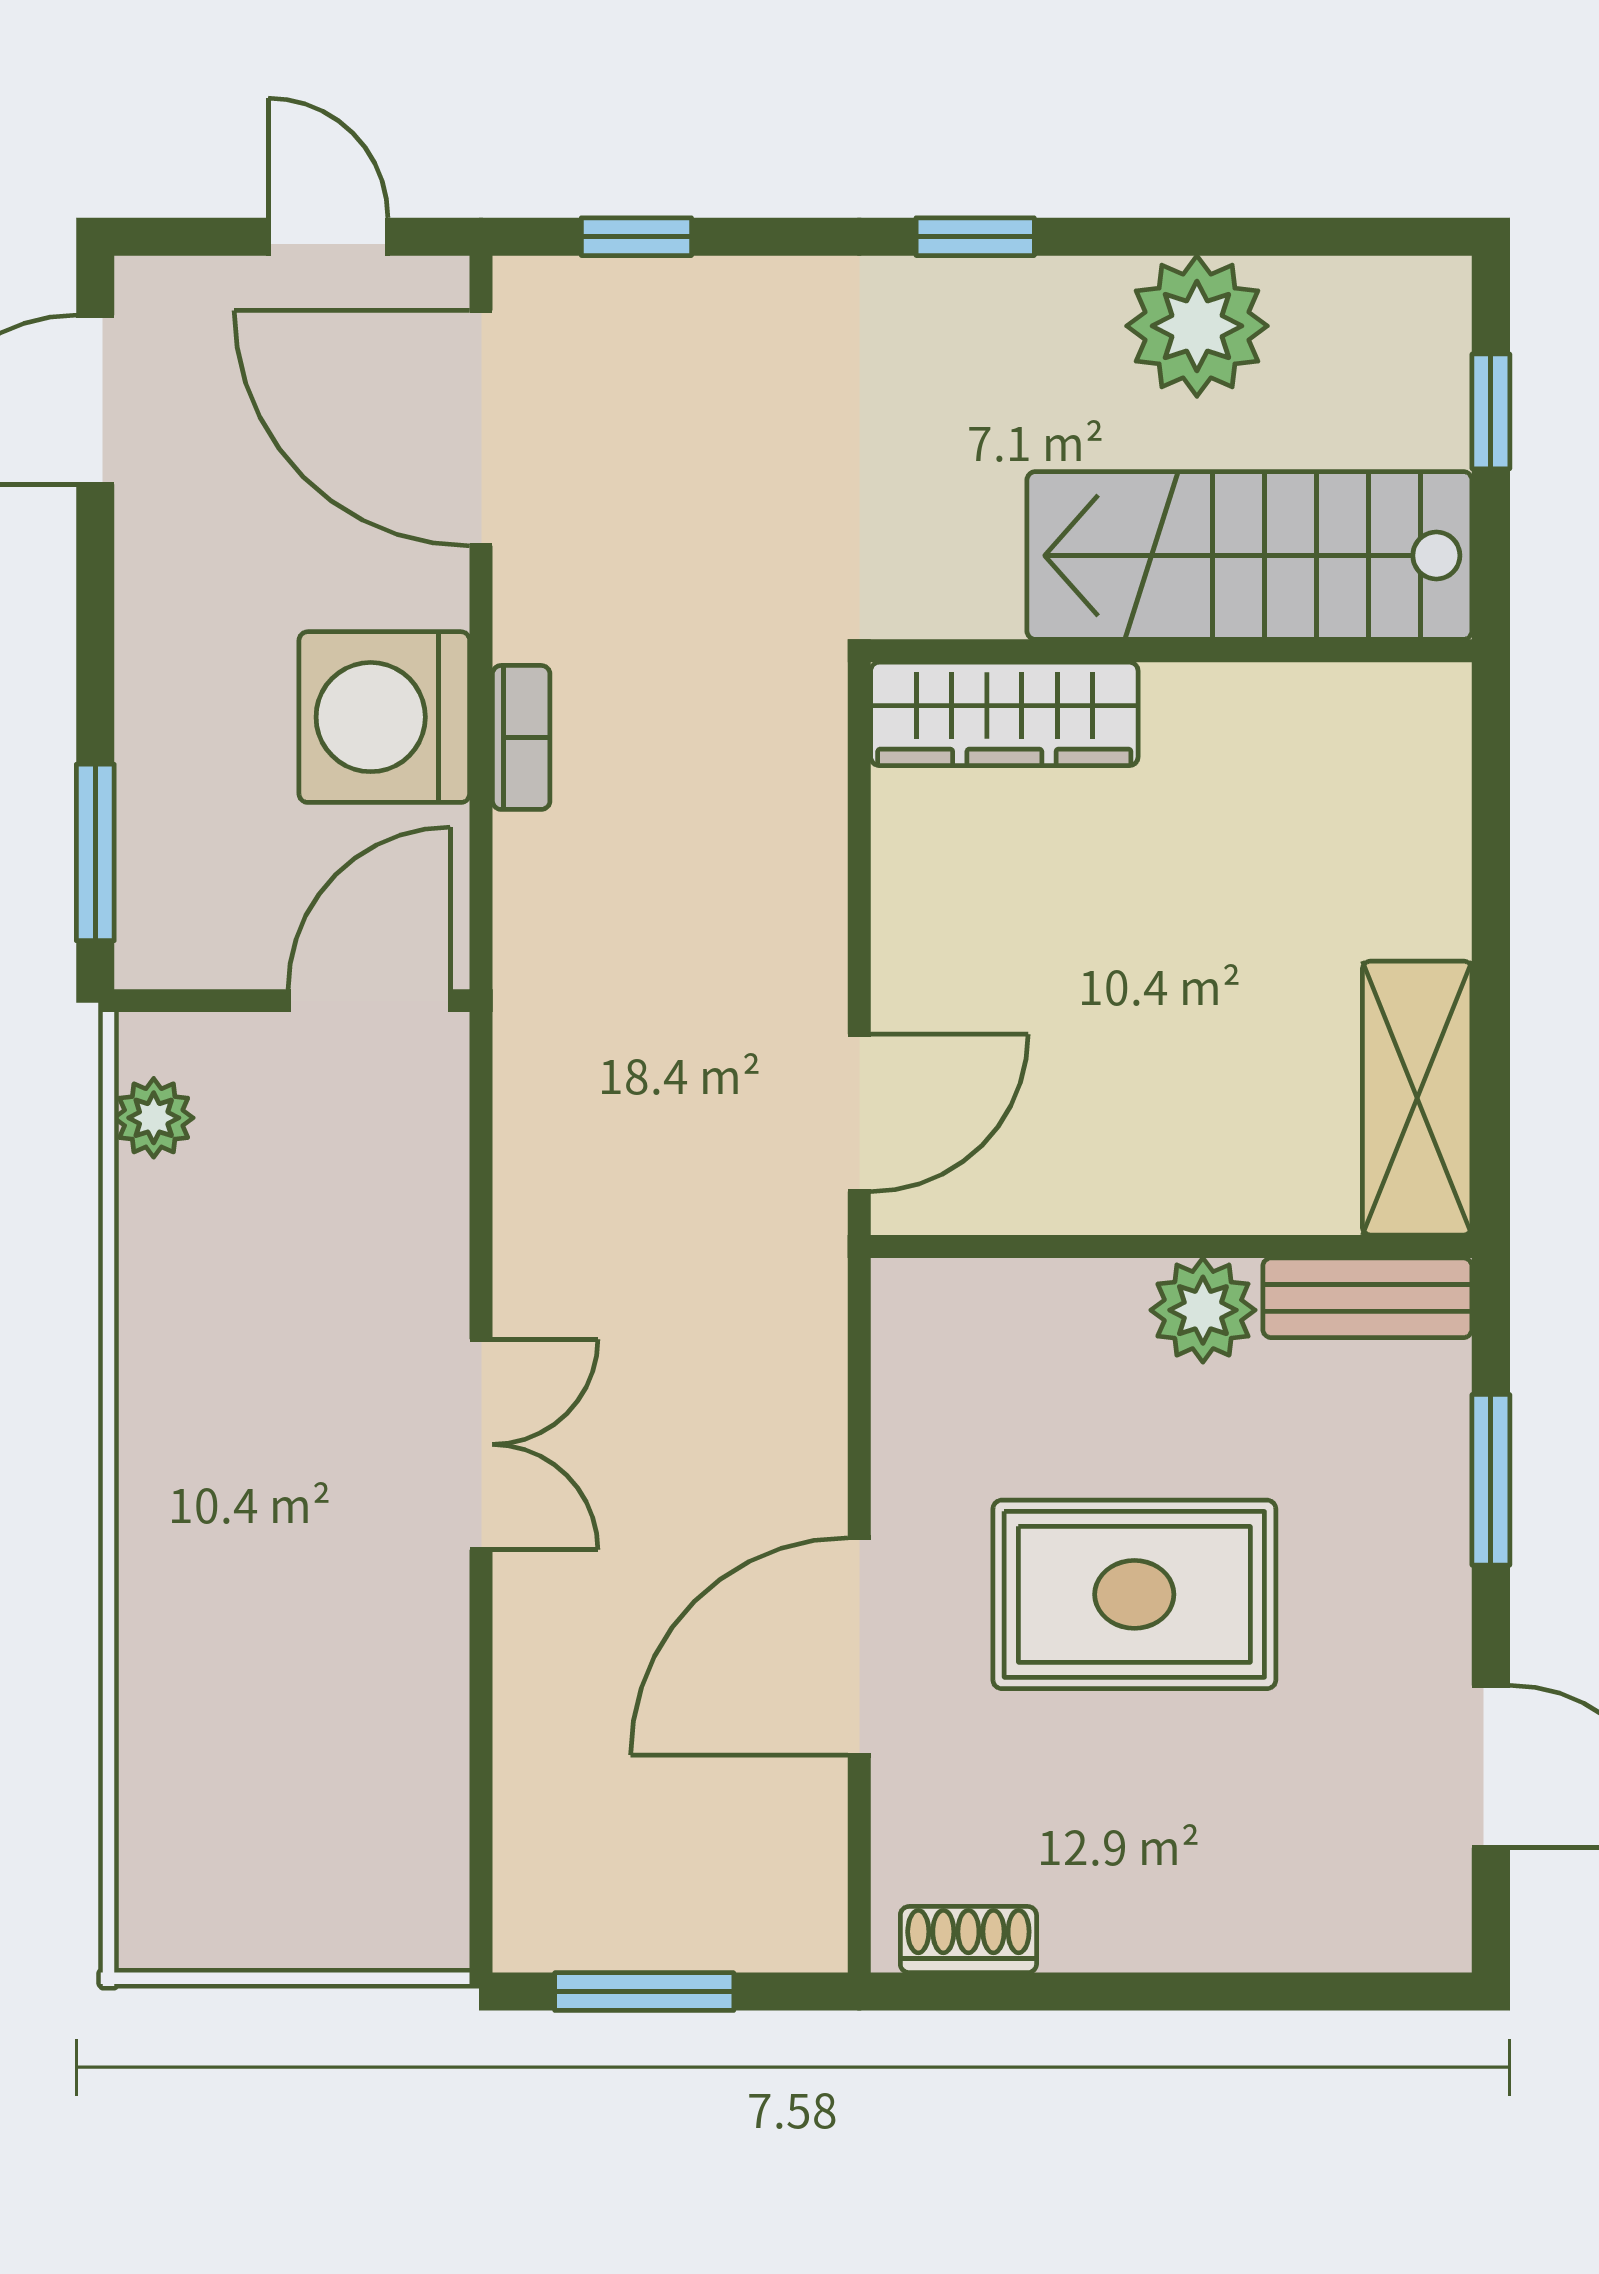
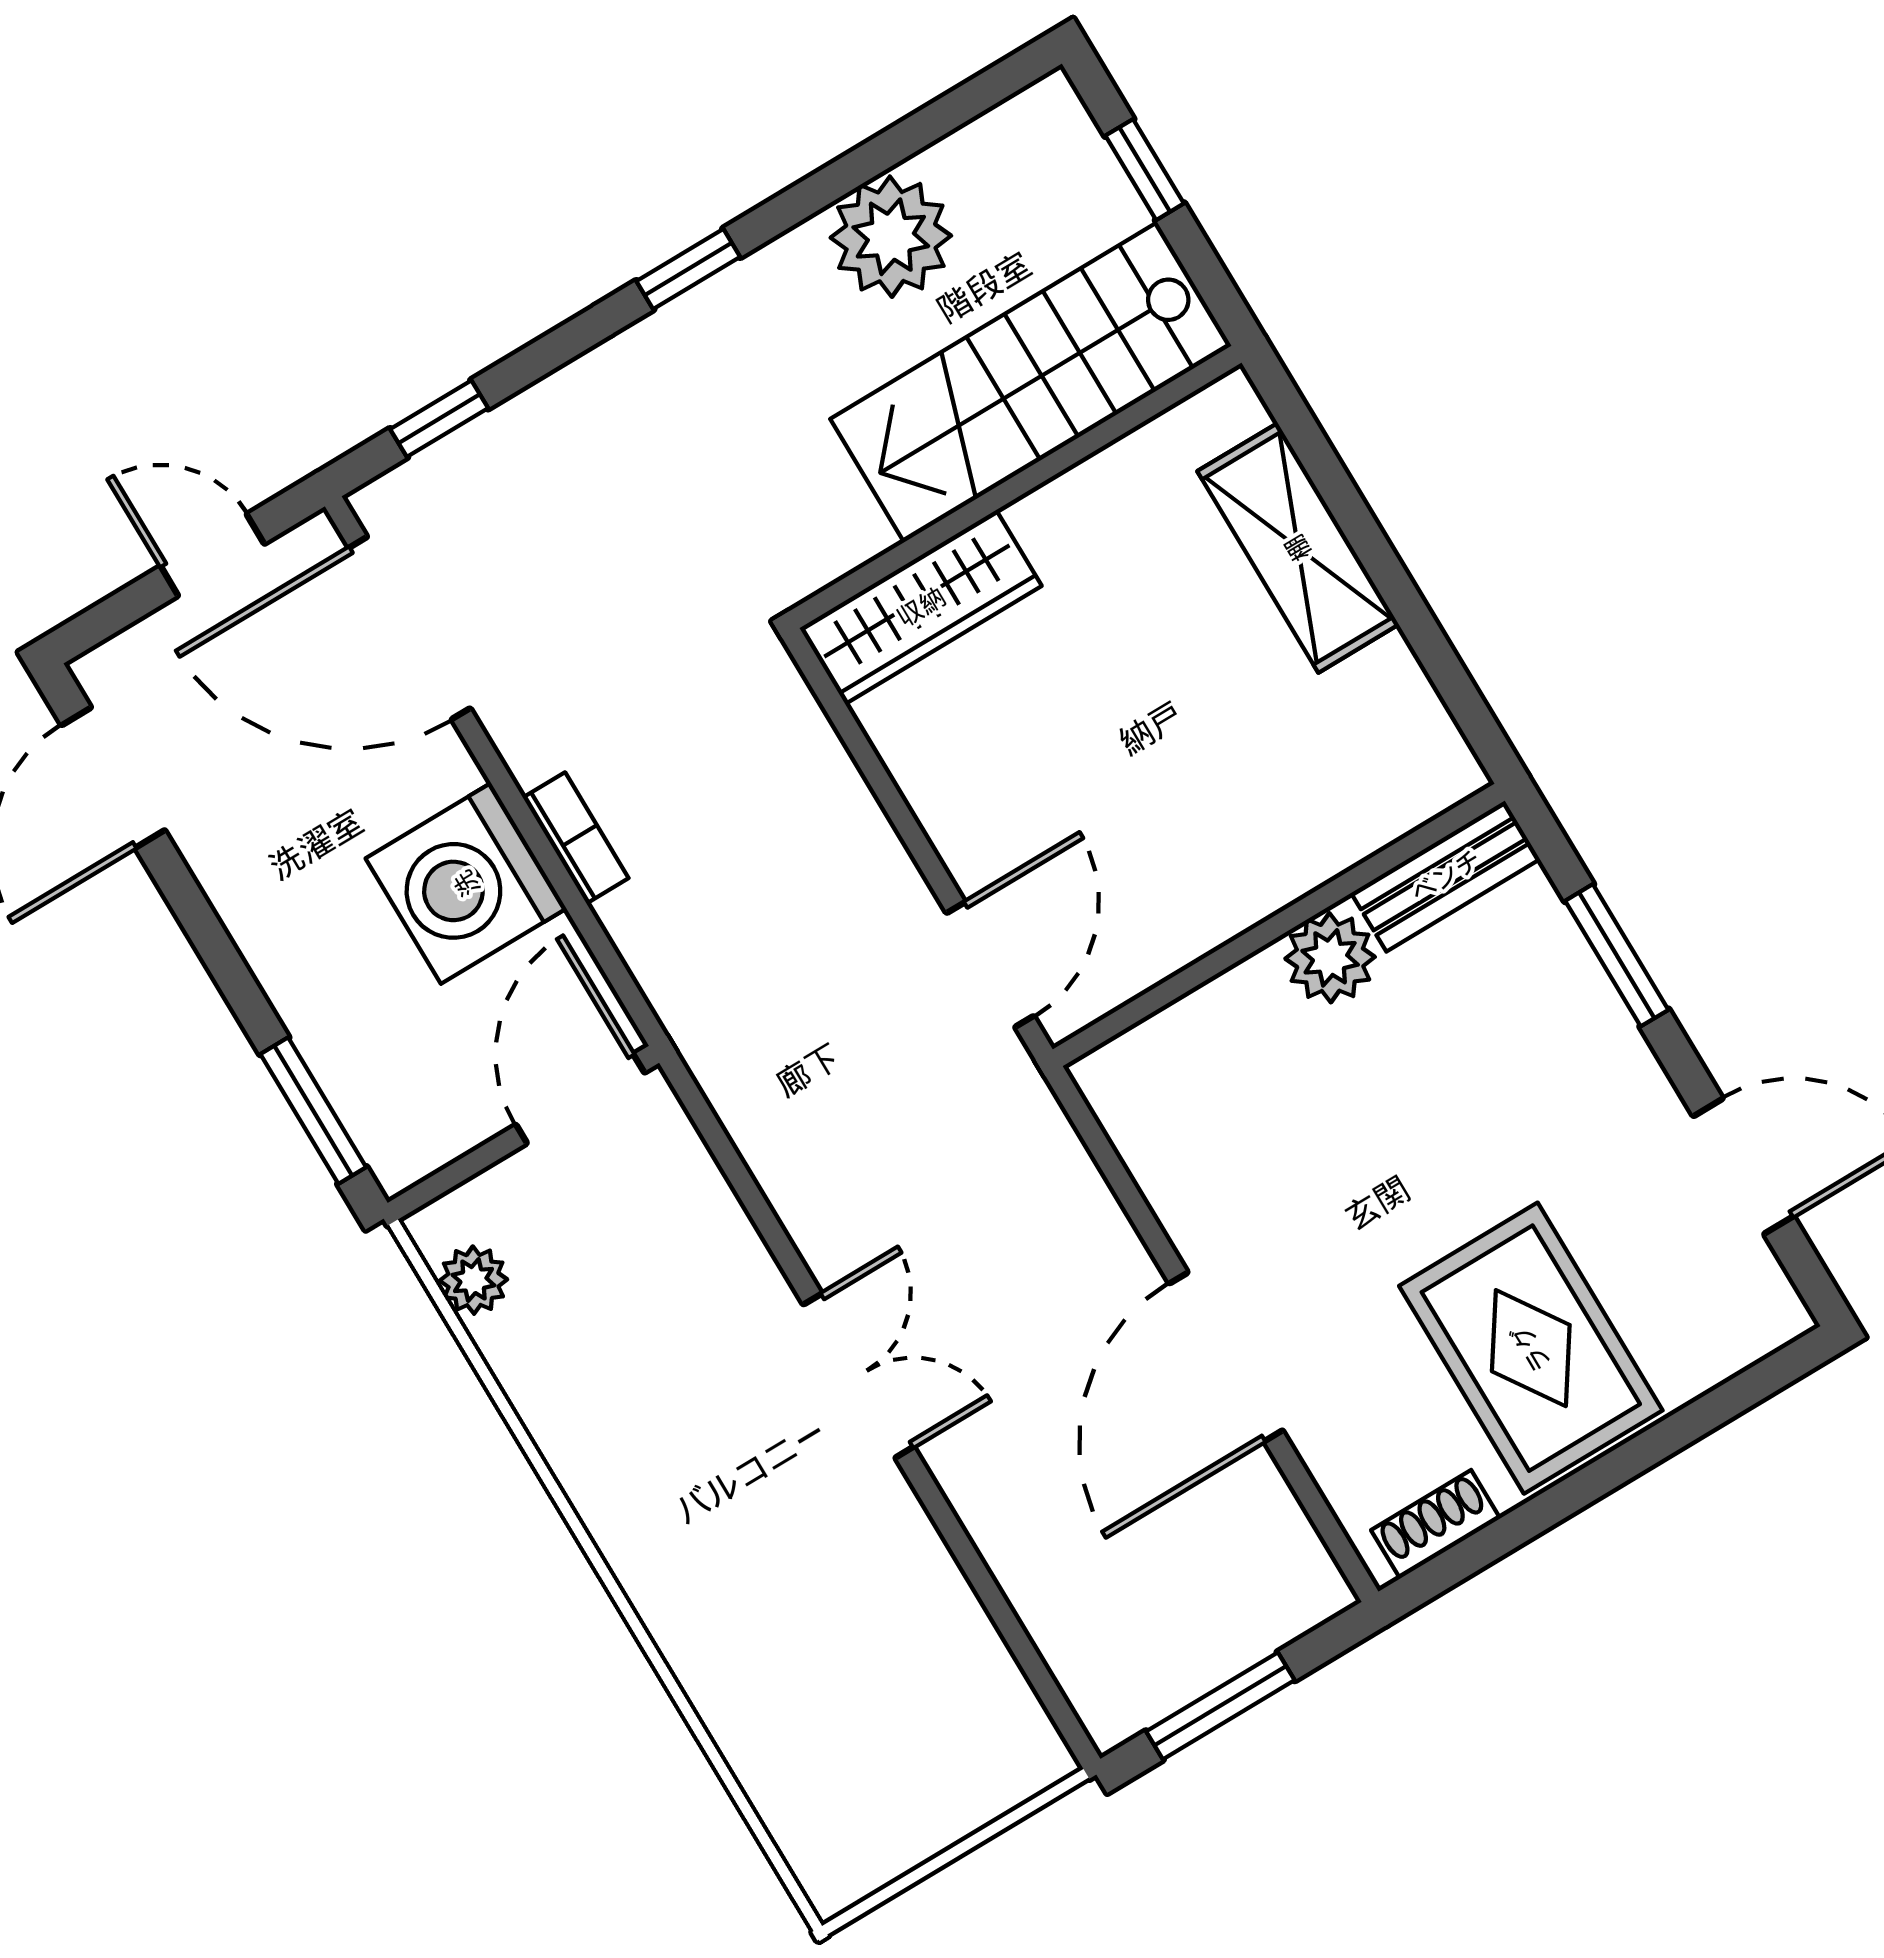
shelving: (1417, 1098) -> (1298, 548), moved
rug: (1134, 1594) -> (1531, 1348), moved, turned 90

